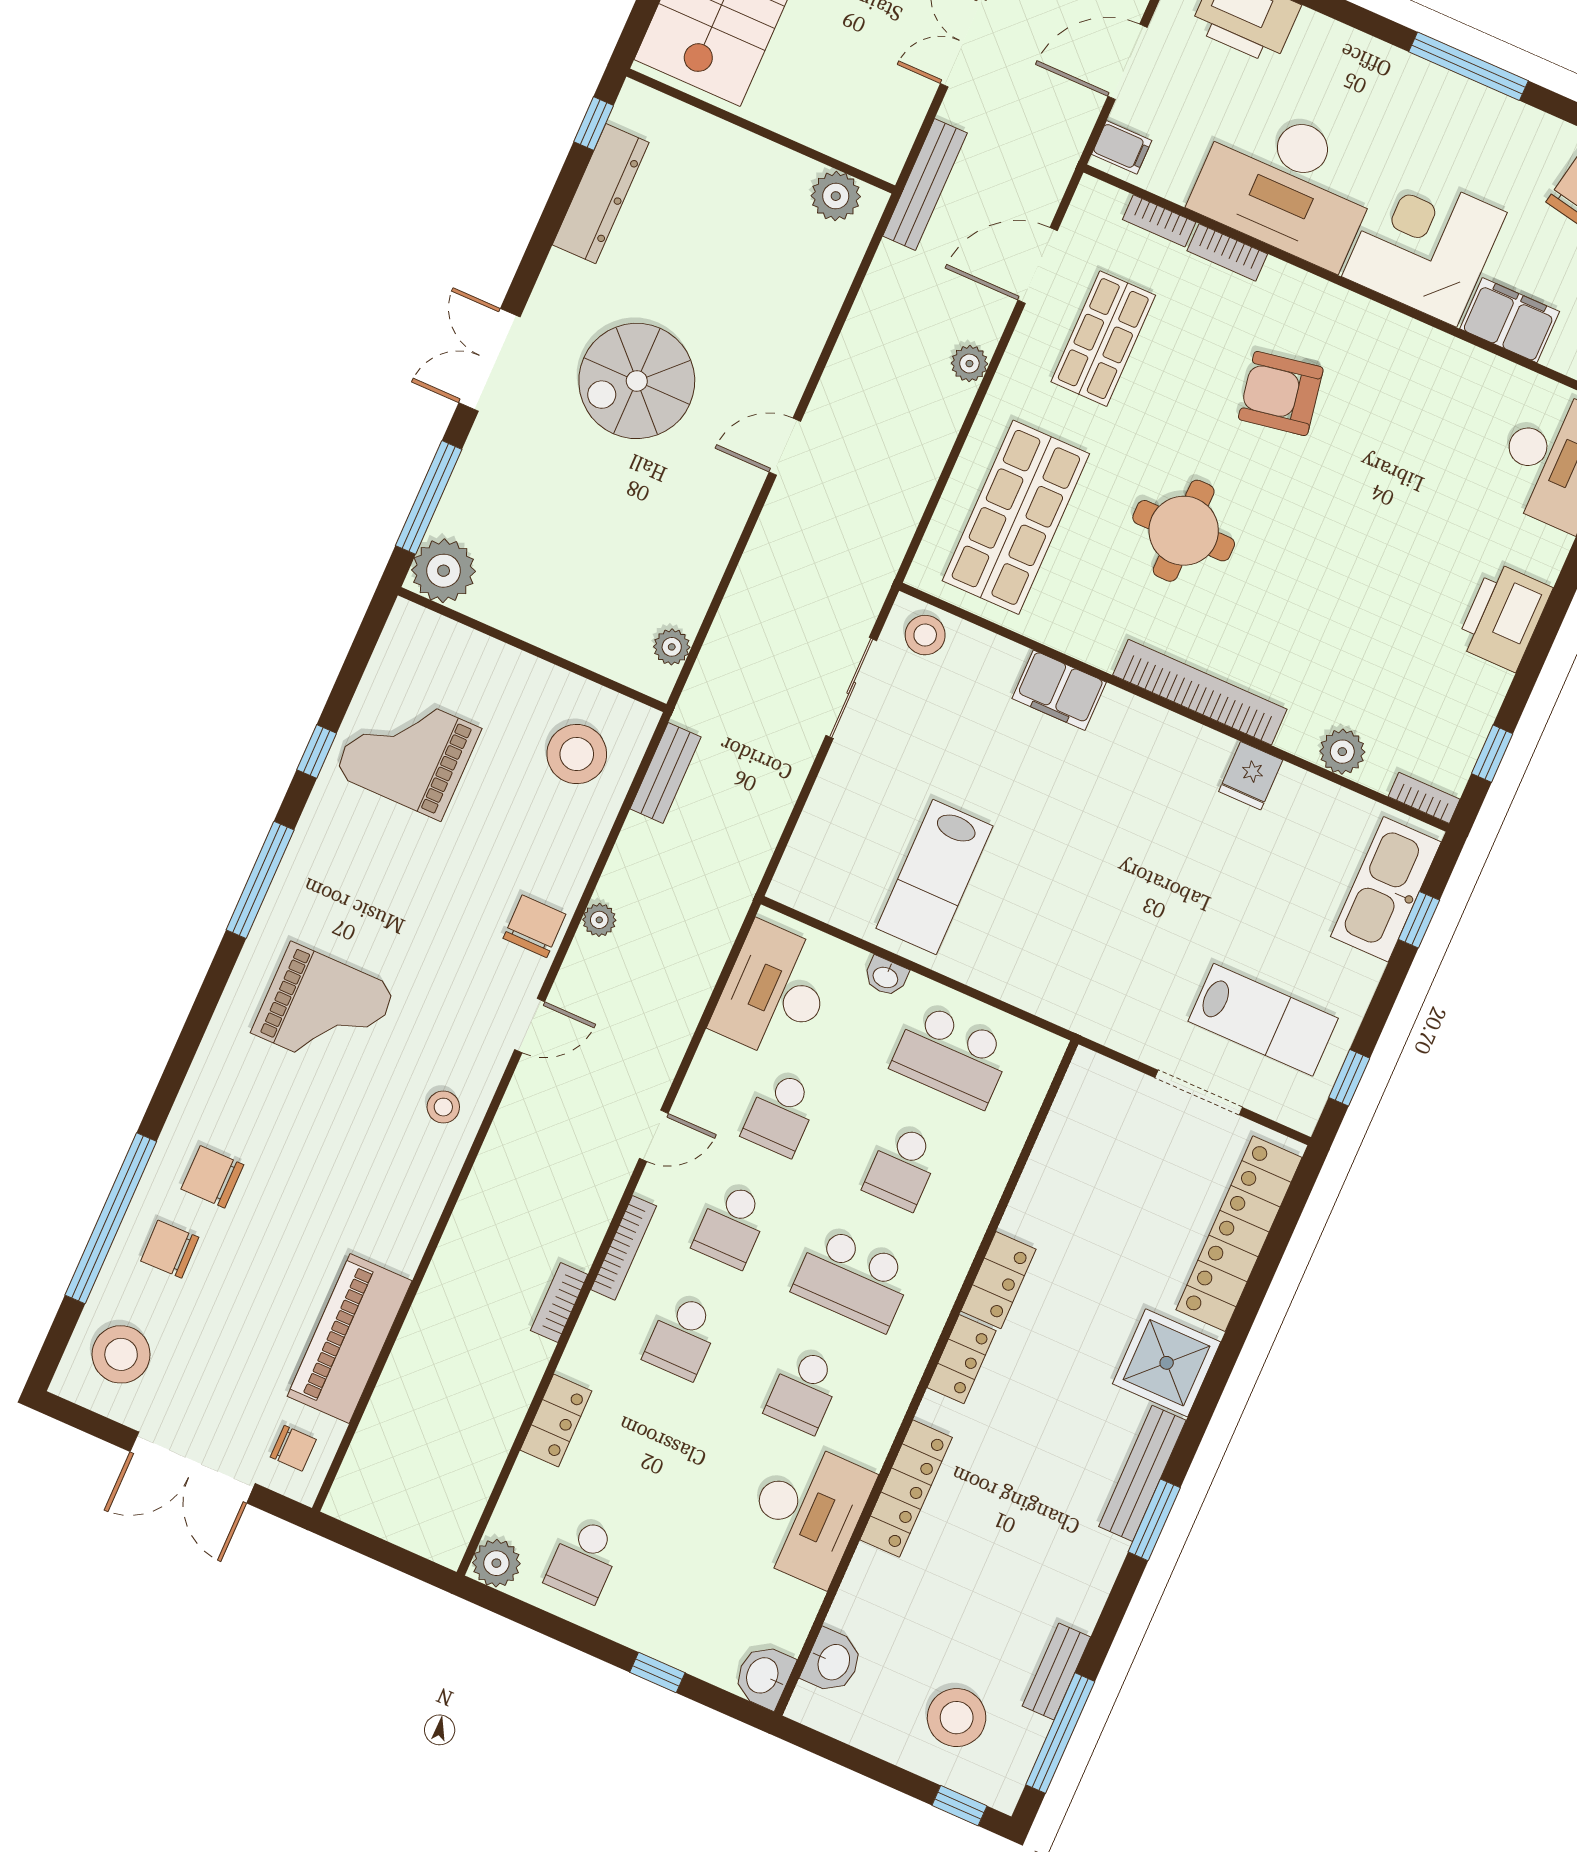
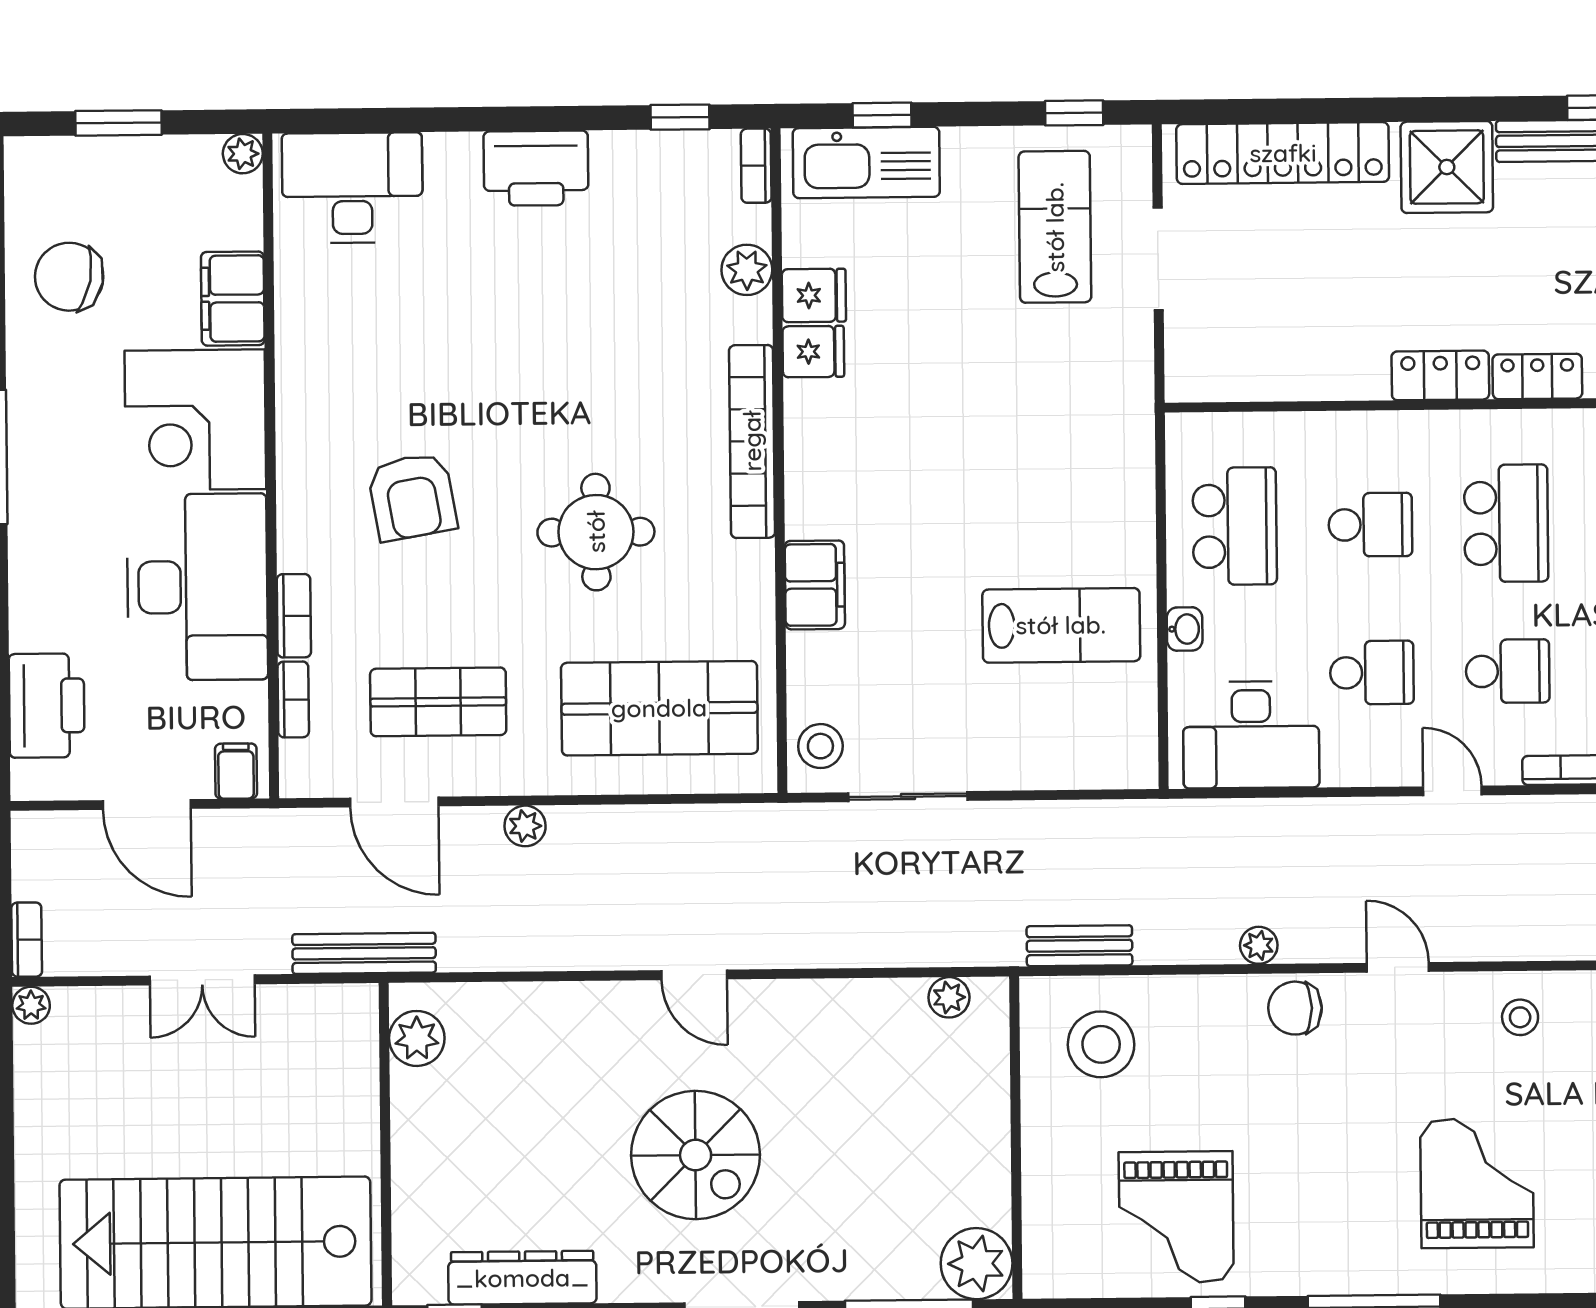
fridge: (1296, 797) -> (814, 295), added

